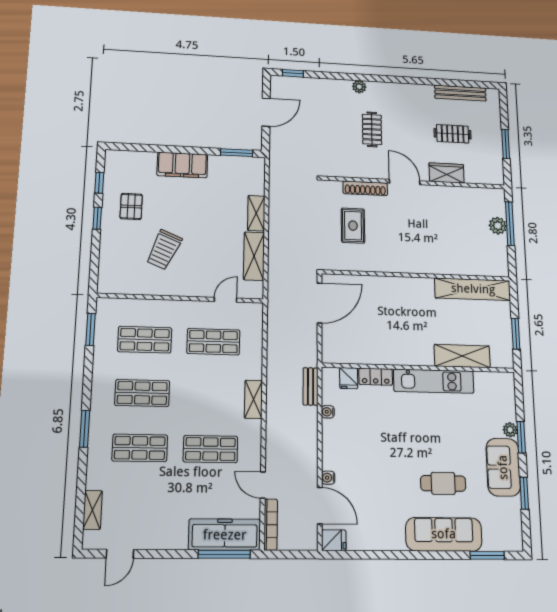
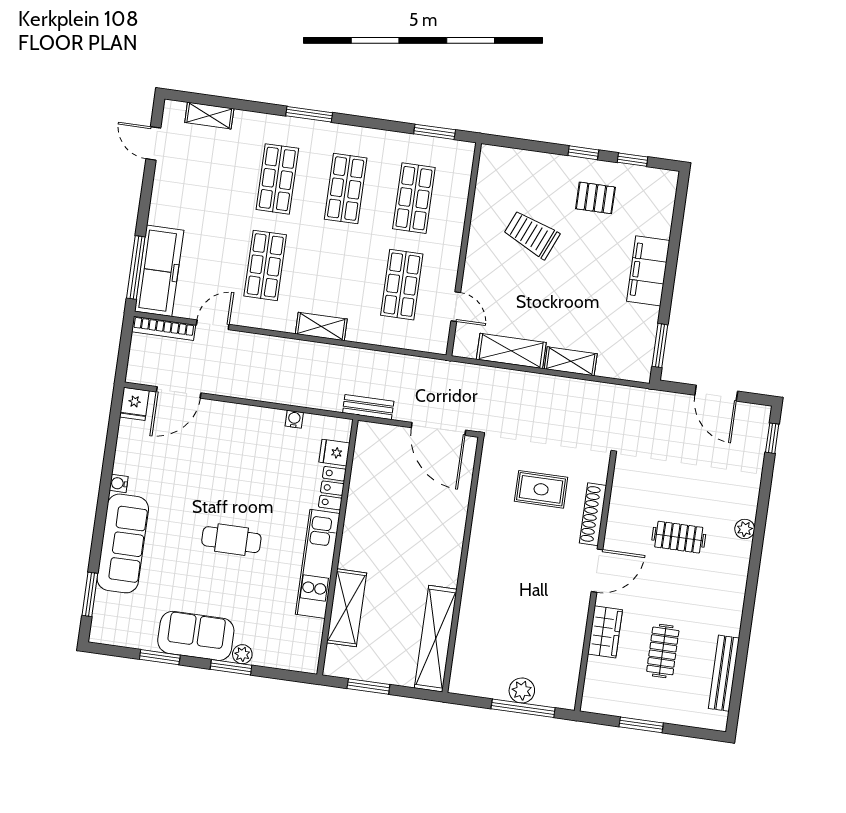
bench: (311, 386) -> (368, 407), moved
water cooler: (328, 478) -> (119, 483), moved, turned -90
cafe table: (443, 483) -> (231, 540), moved, turned 90

